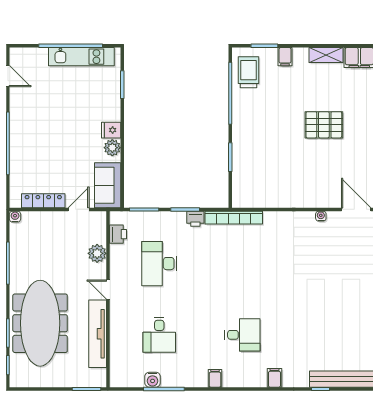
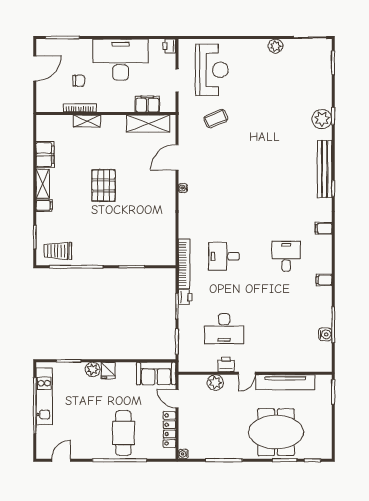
filing cabinet: (285, 57) -> (44, 205), moved
cafe table: (39, 148) -> (123, 433), added
plant: (112, 148) -> (93, 369), moved
printer: (118, 234) -> (226, 364), moved
meeting table: (40, 323) -> (276, 432), width x0.73
desk: (159, 335) -> (224, 256), moved, turned 180

